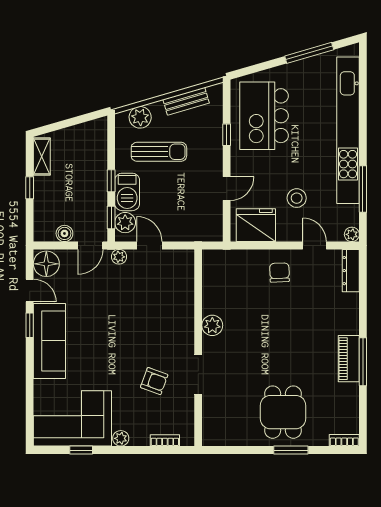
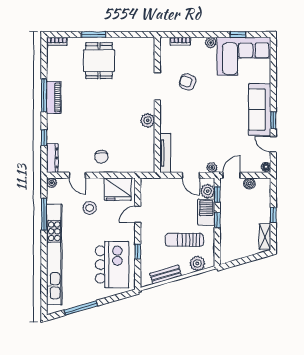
floor lamp: (46, 264) -> (266, 167), width x0.53, depth x0.53
tv unit: (187, 278) -> (165, 153), added
window: (363, 300) -> (44, 138), added

